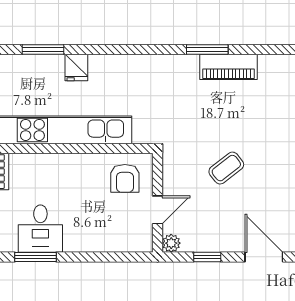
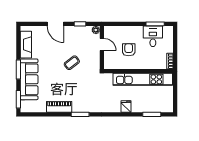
piano: (229, 67) -> (59, 107), moved
fridge: (76, 68) -> (126, 107), moved
armchair: (125, 178) -> (129, 50), moved
door: (157, 210) -> (102, 44), swing flipped

